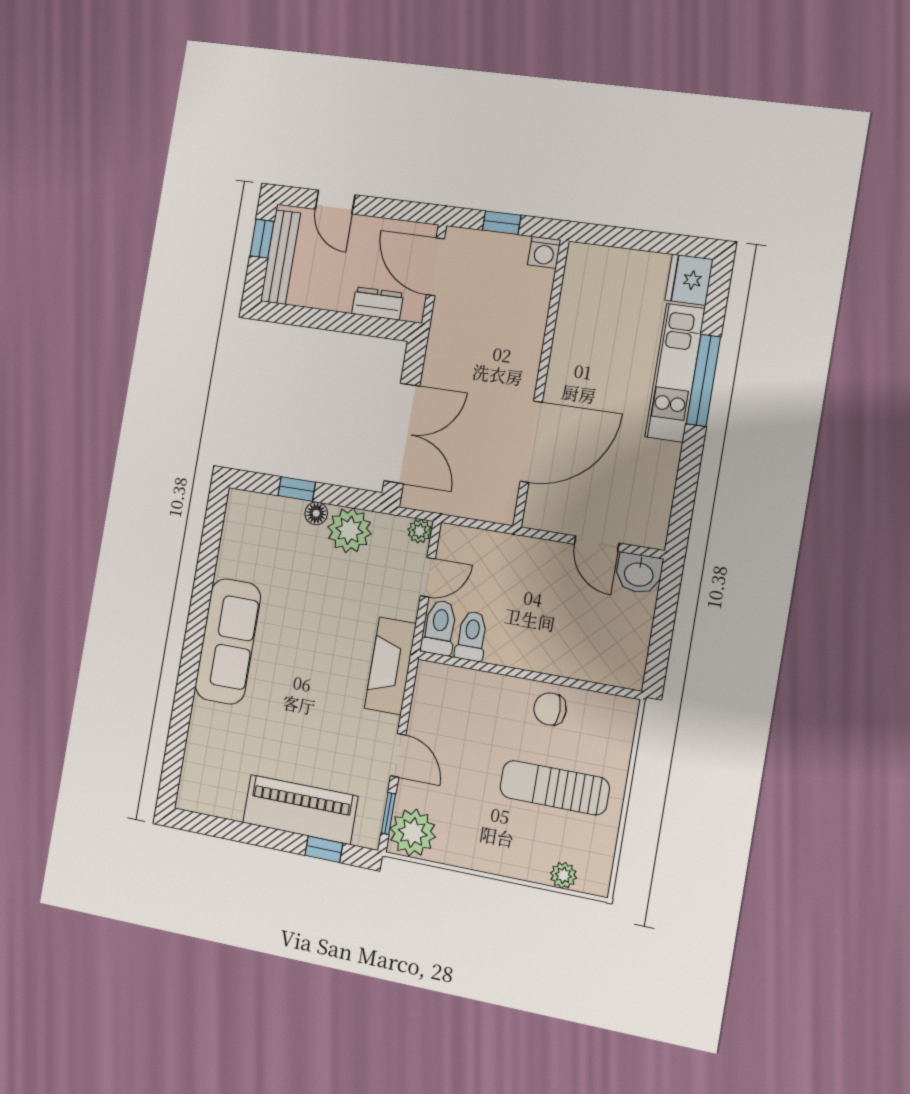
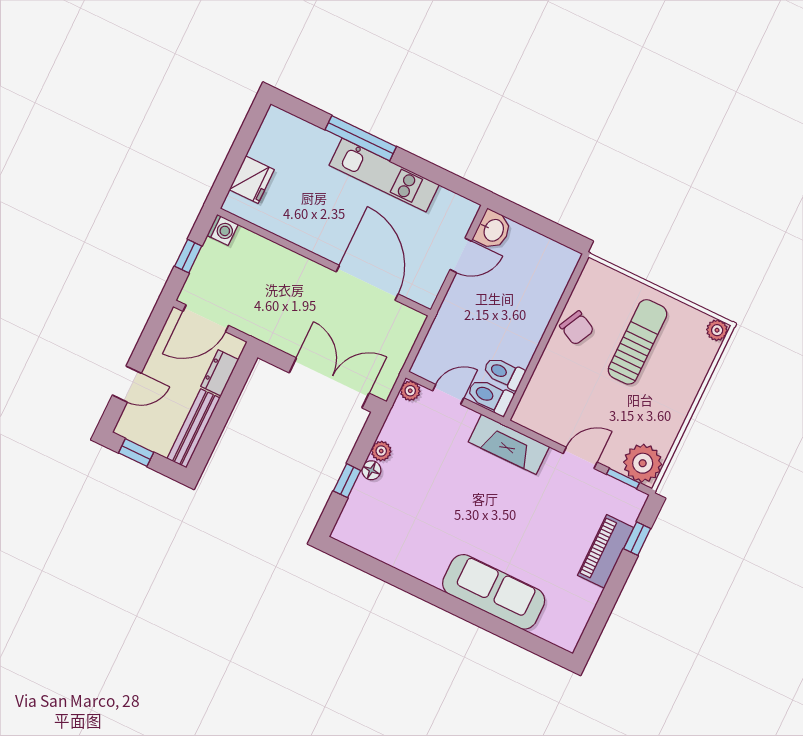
bench: (280, 257) -> (194, 428), moved, turned 90
fridge: (689, 280) -> (252, 180), moved, turned -90
kitchen unit: (675, 373) -> (384, 175), moved
plant: (349, 530) -> (381, 451), width x0.53, depth x0.53
door: (428, 577) -> (448, 394), hinge flipped
sofa: (228, 641) -> (494, 592), moved
chair: (550, 709) -> (577, 328), turned -63
sun lounger: (555, 788) -> (637, 342), turned 180
piano: (300, 809) -> (606, 551), width x0.73, depth x0.75
plant: (563, 875) -> (717, 330), moved

